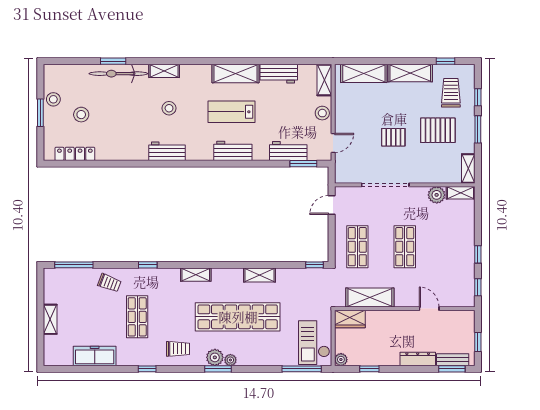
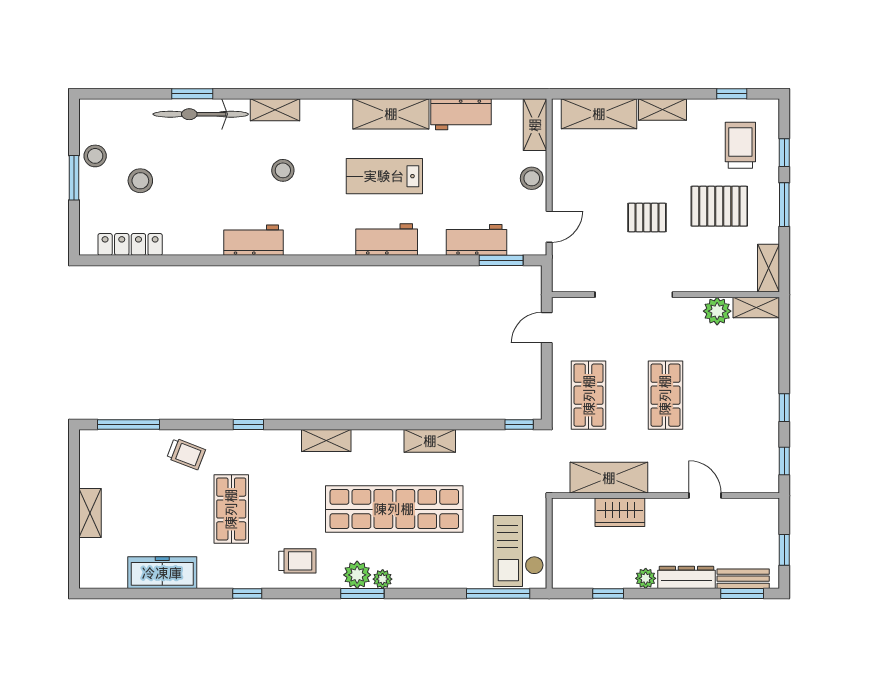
shelving: (410, 73) -> (662, 109), width x0.67, depth x0.75
workbench: (167, 151) -> (254, 240), moved
wardrobe: (350, 319) -> (620, 512), moved
plant: (341, 360) -> (646, 578), moved

